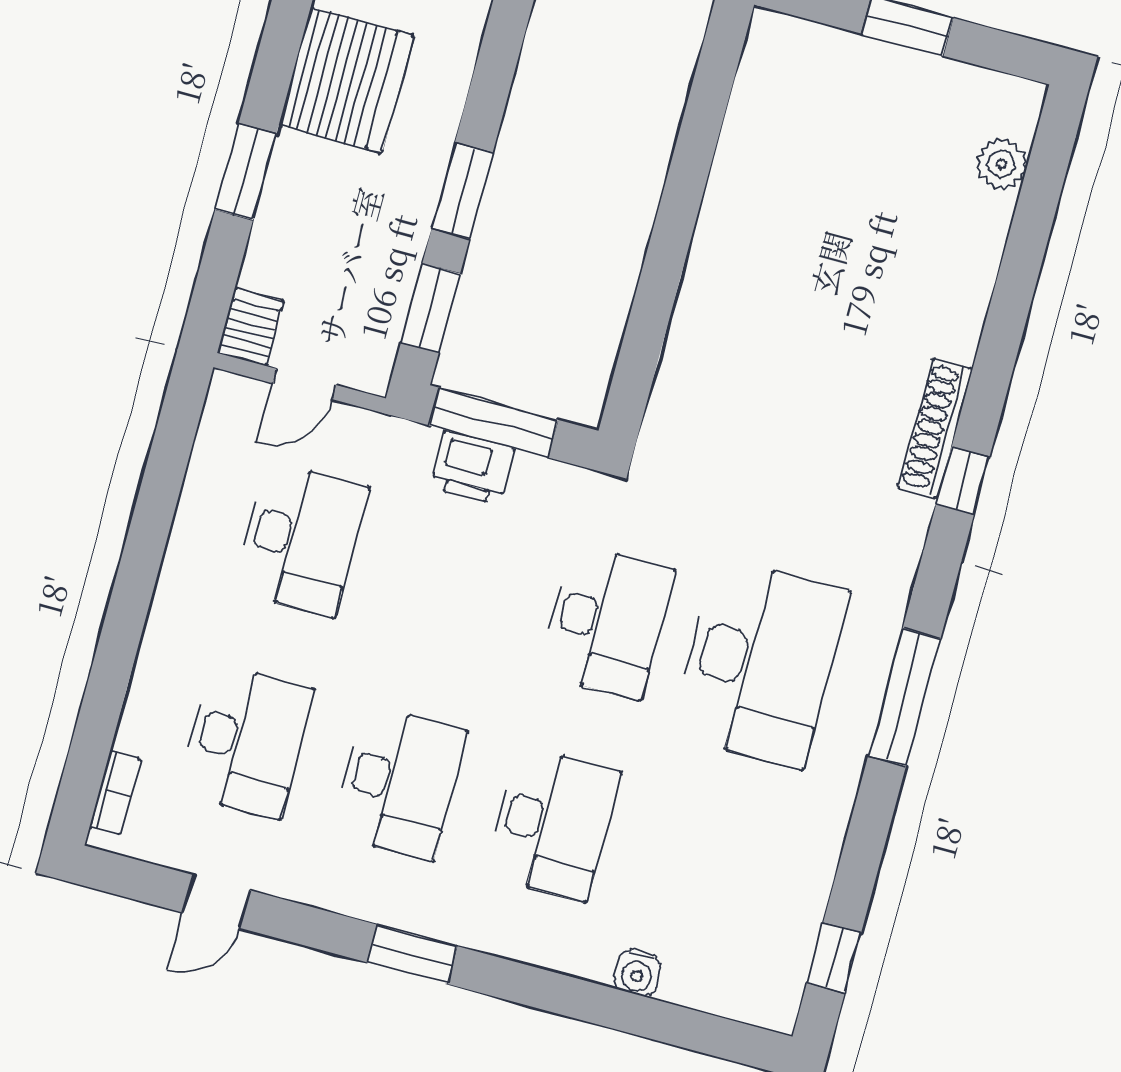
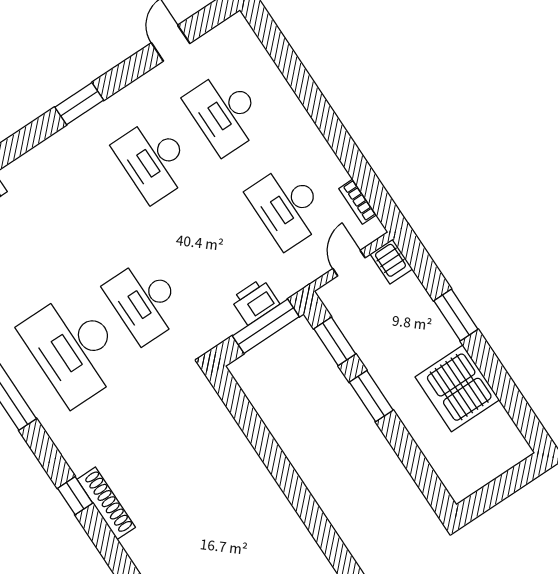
bookcase: (115, 793) -> (358, 202), moved
desk: (552, 823) -> (82, 207), removed

